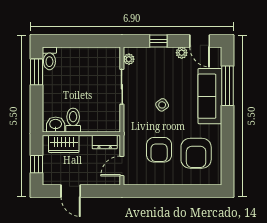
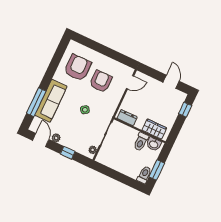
toilet: (73, 120) -> (141, 142), moved
washbasin: (56, 124) -> (154, 144), moved
wall: (81, 134) -> (140, 130), moved
dresser: (105, 142) -> (127, 118), moved
wardrobe: (64, 144) -> (154, 129), moved

